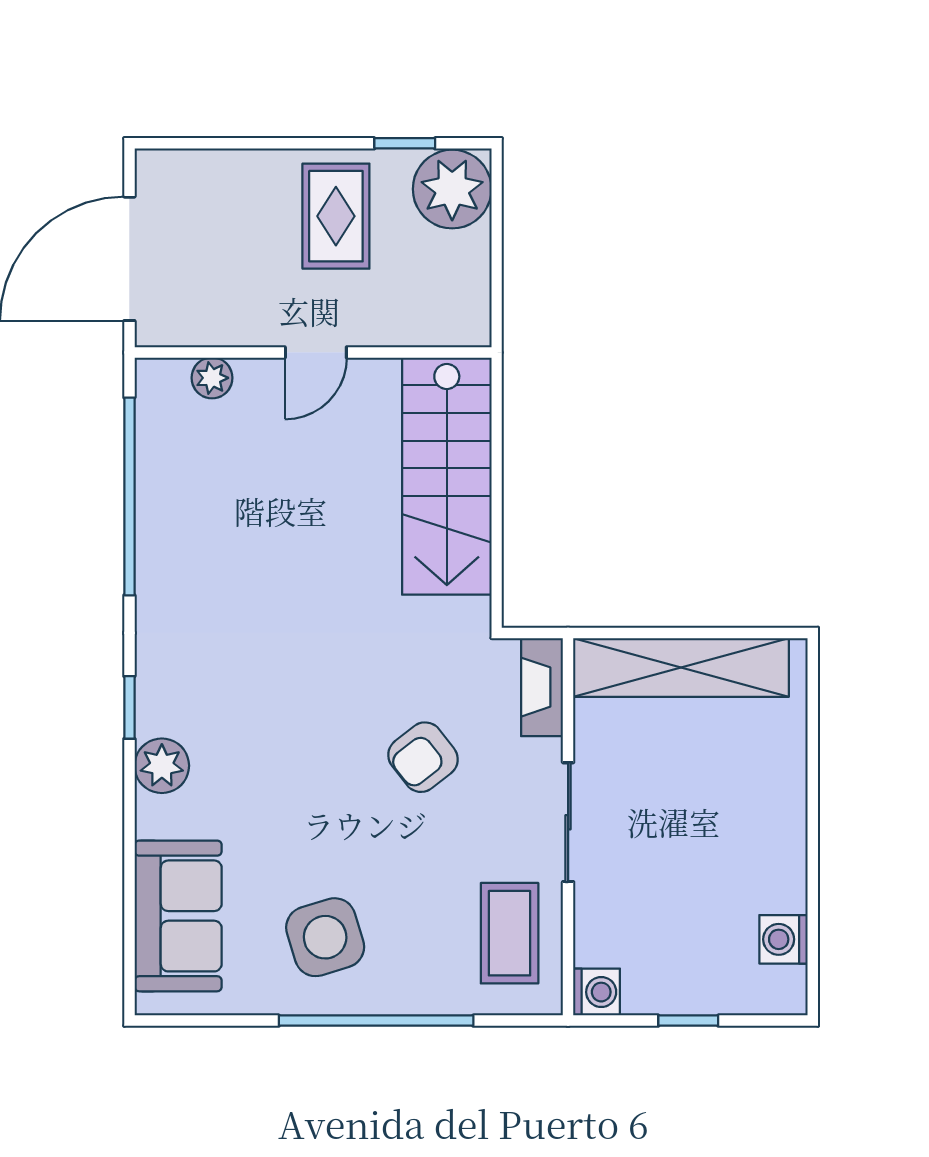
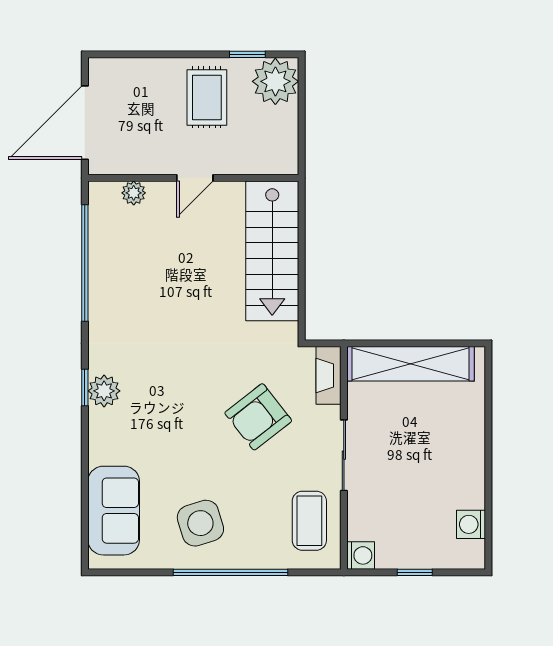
armchair: (423, 757) -> (258, 417), width x1.38, depth x1.38
plant: (162, 766) -> (104, 391), moved

